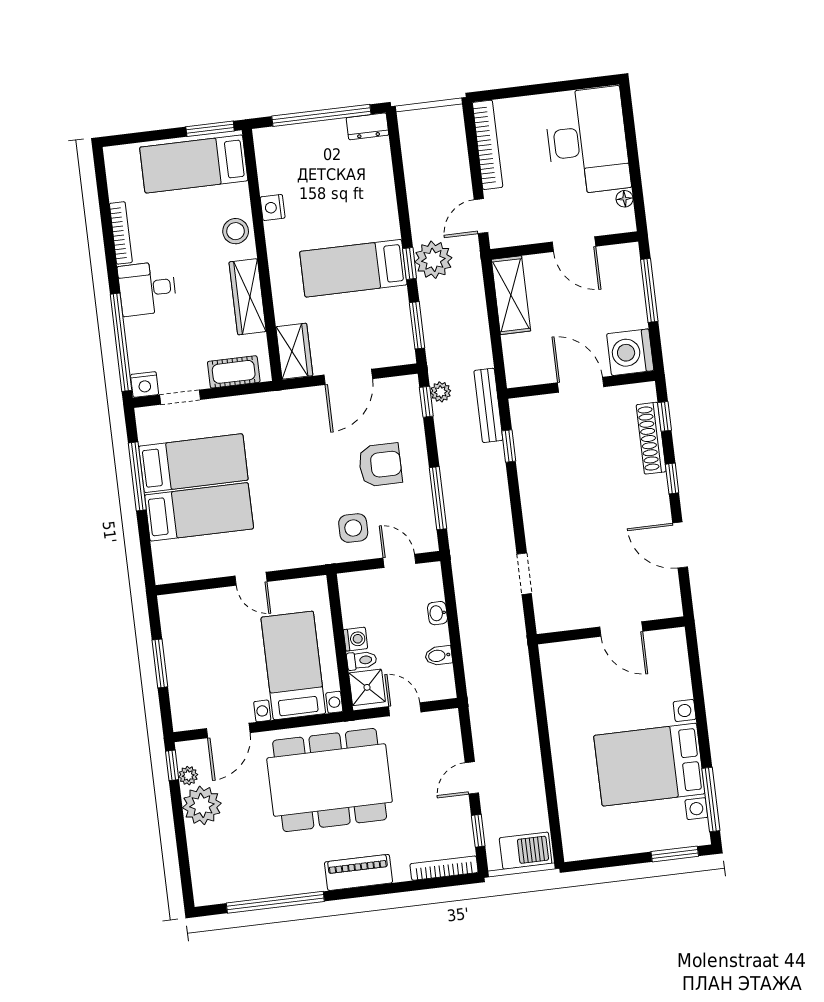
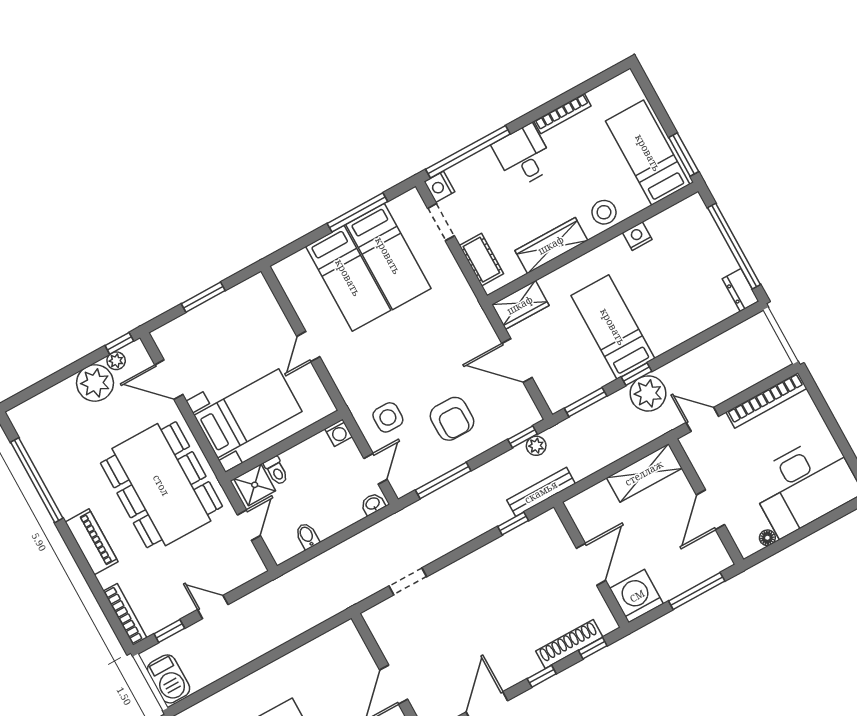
washbasin: (438, 613) -> (373, 504), moved
washing machine: (356, 639) -> (339, 433), moved

